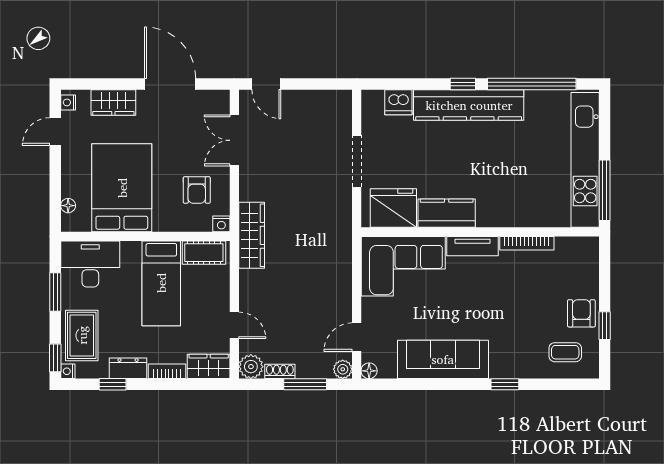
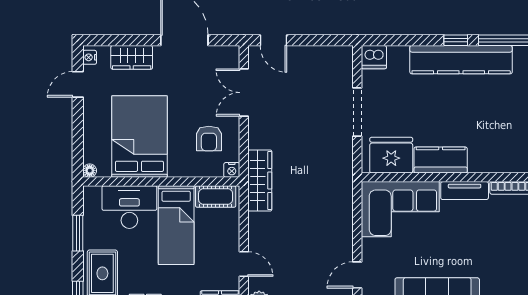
dishwasher: (398, 102) -> (374, 57), moved
floor lamp: (68, 206) -> (90, 171), moved
desk: (90, 264) -> (129, 207), moved

